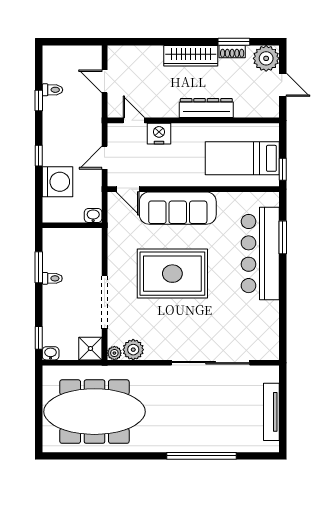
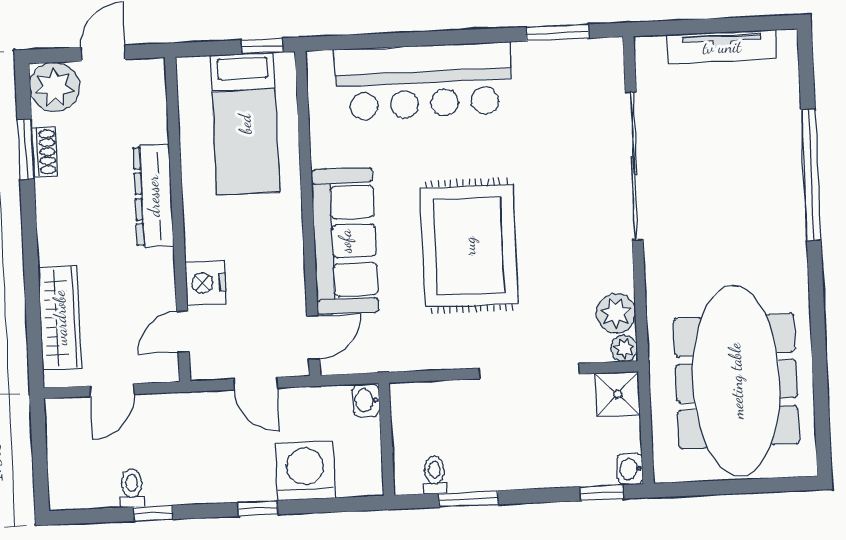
wardrobe: (191, 56) -> (60, 318), moved
window: (283, 237) -> (557, 33), moved
toilet: (52, 278) -> (435, 475), moved

